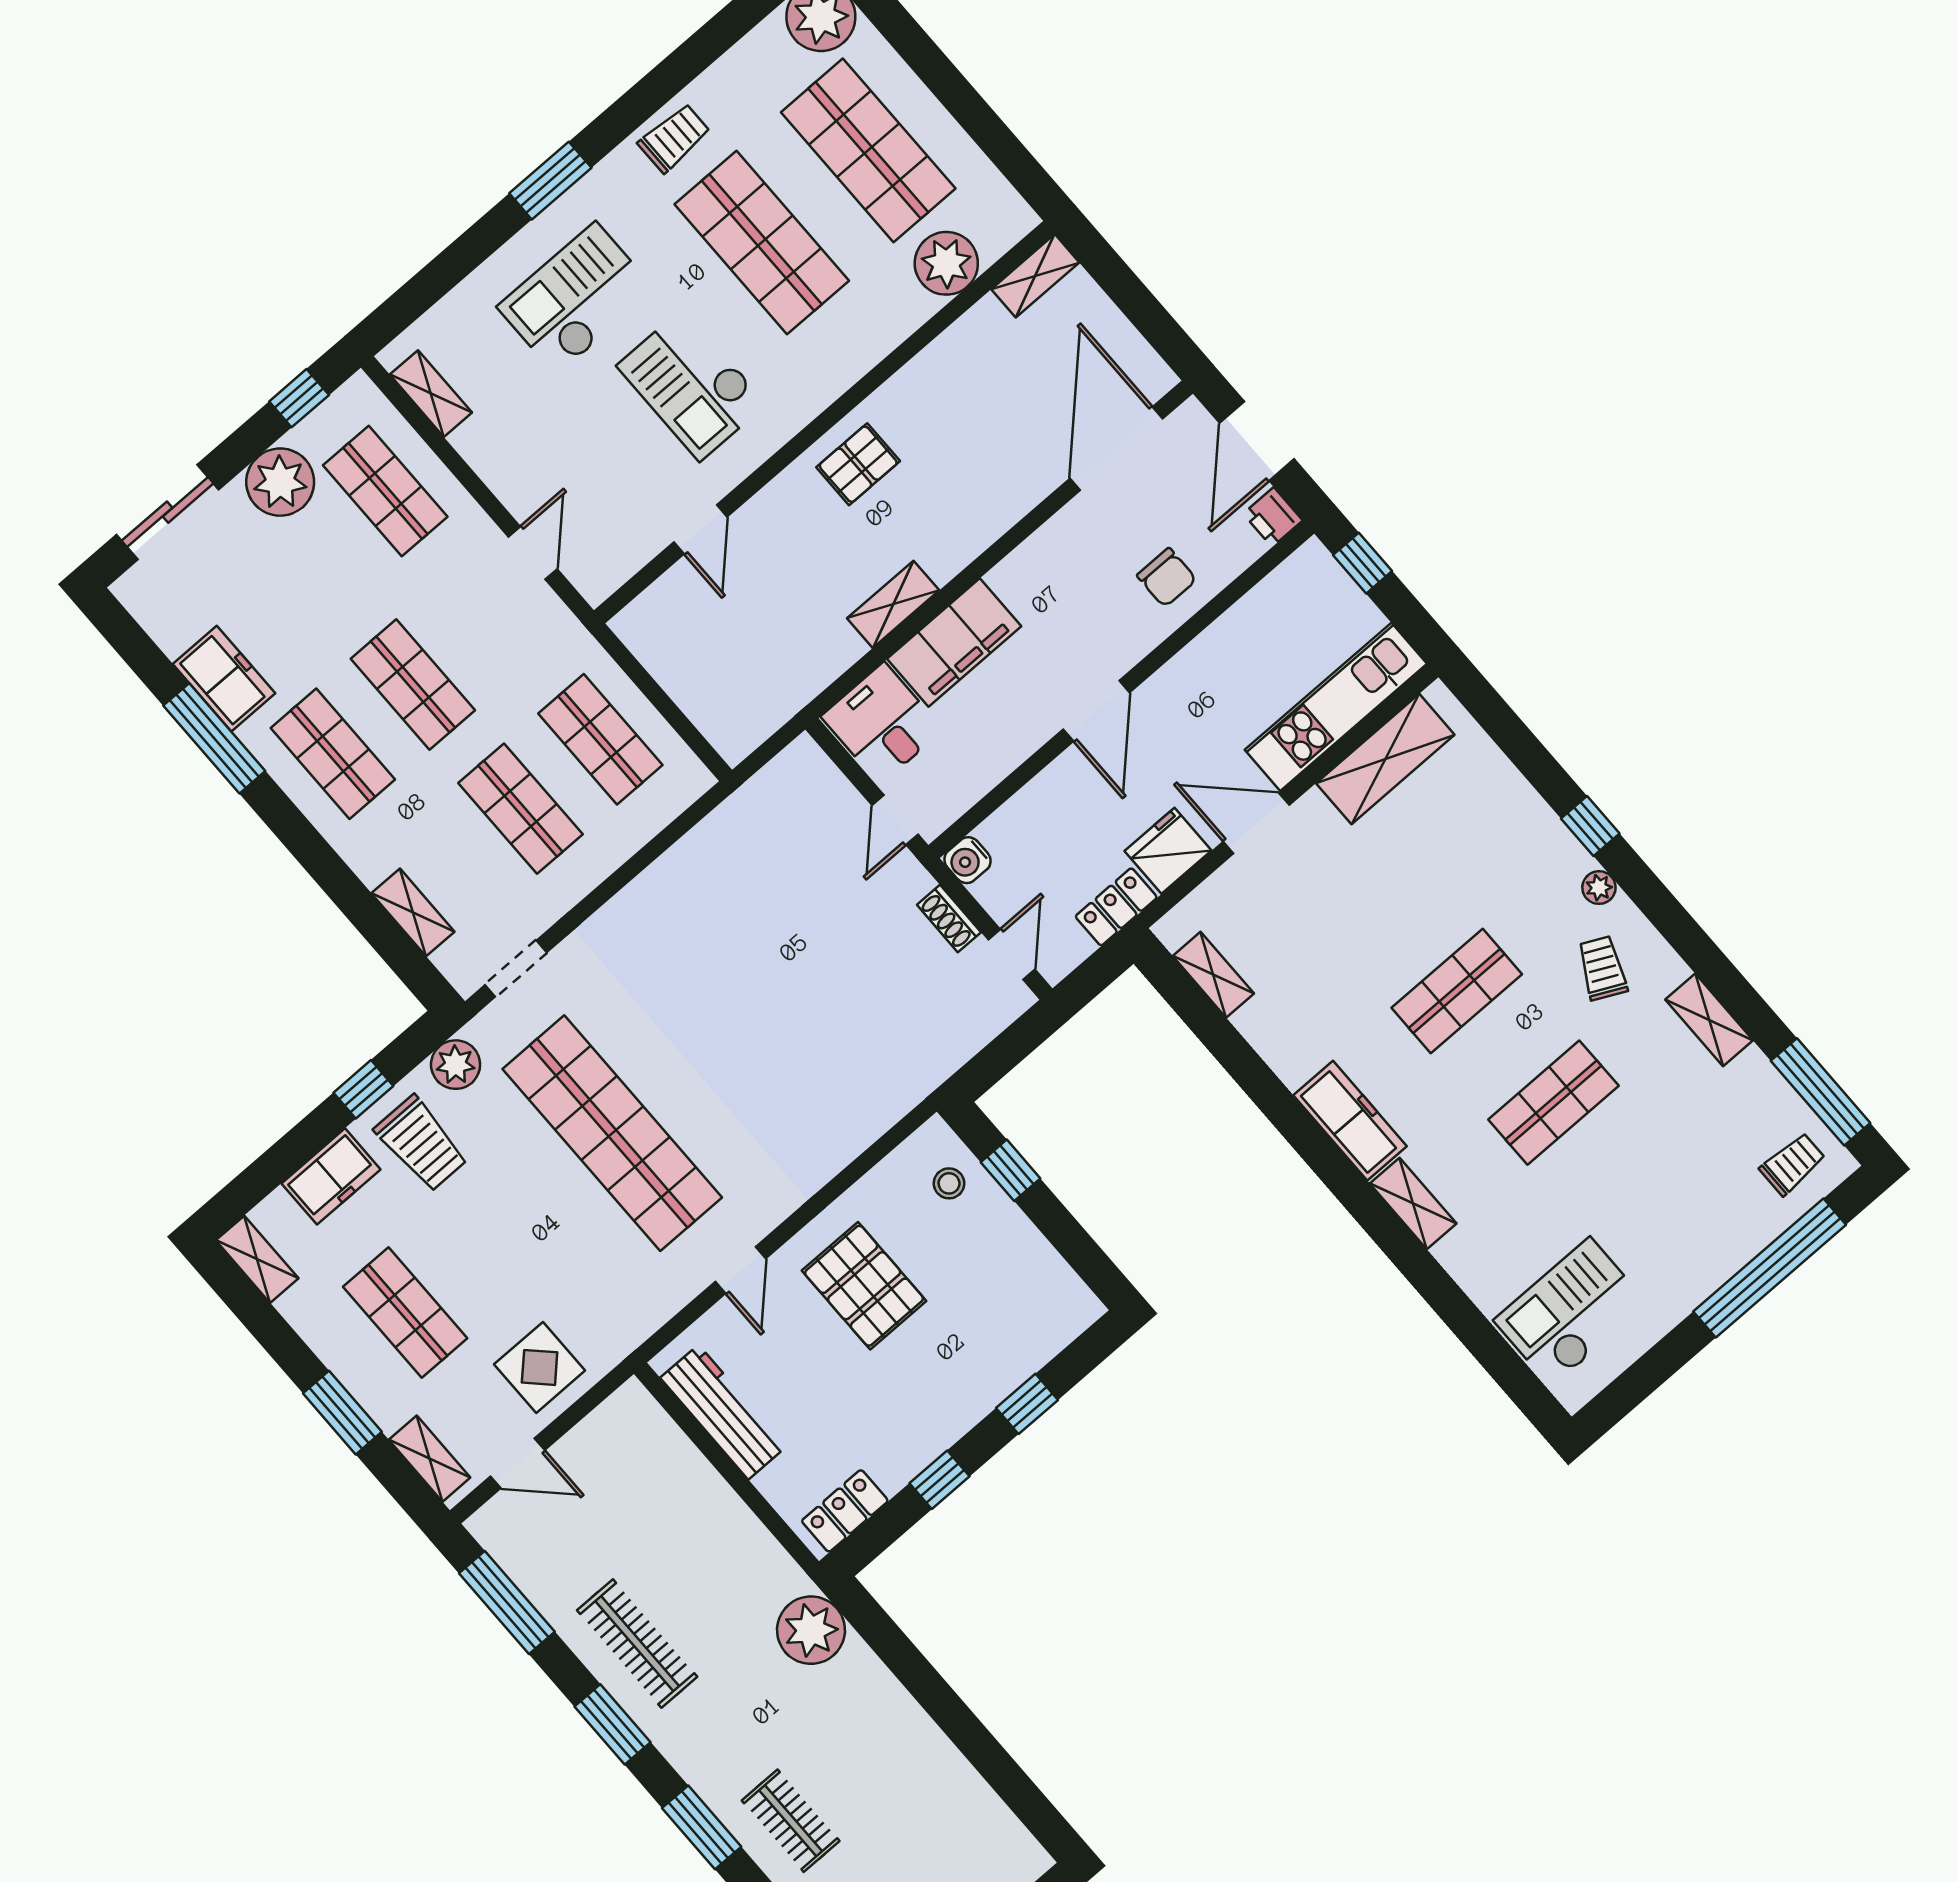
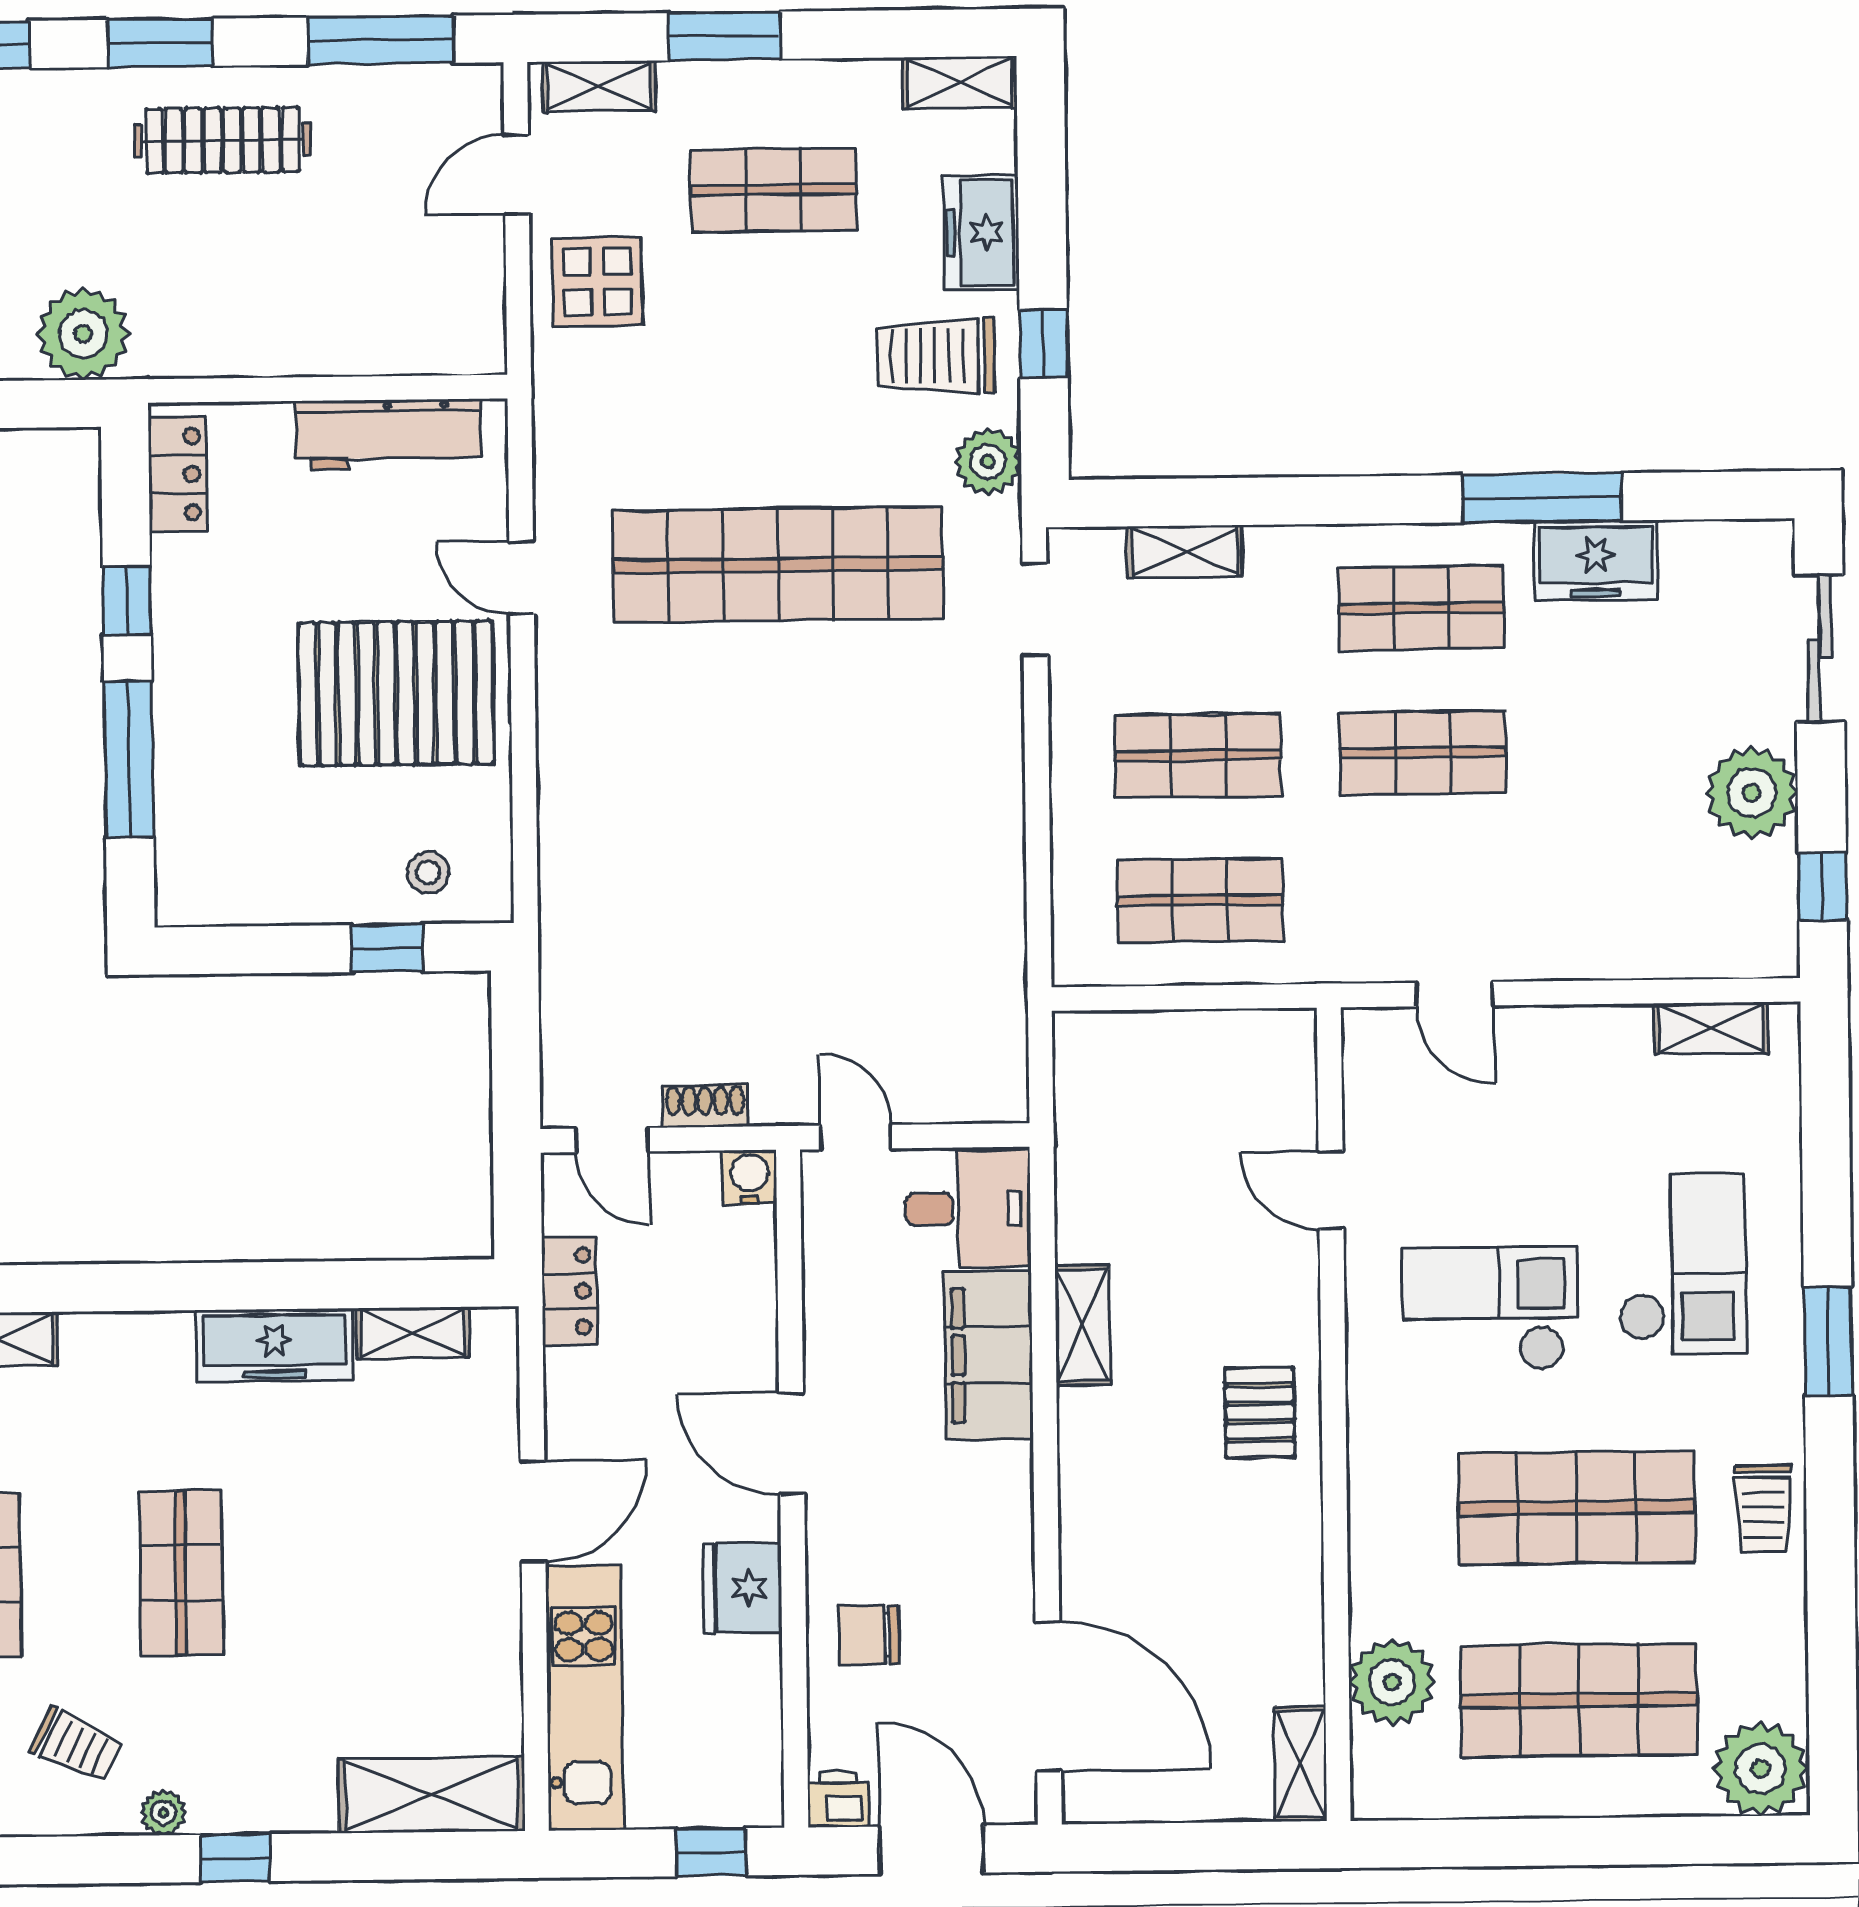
shop shelf: (385, 491) -> (1650, 895), removed
shelving: (1385, 759) -> (431, 1795), moved, turned 90
fridge: (1168, 851) -> (743, 1588), moved, turned 180
freezer: (1350, 1121) -> (275, 1345), moved
pallet: (864, 1286) -> (396, 693), width x1.37, depth x1.41
window: (1027, 1404) -> (129, 759), width x2.17

